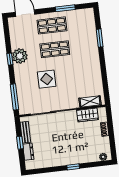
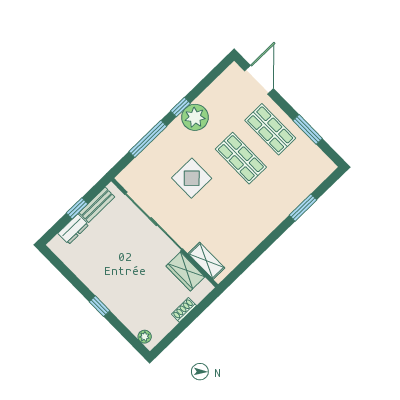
window: (14, 97) -> (148, 139), moved

